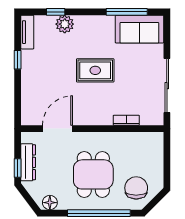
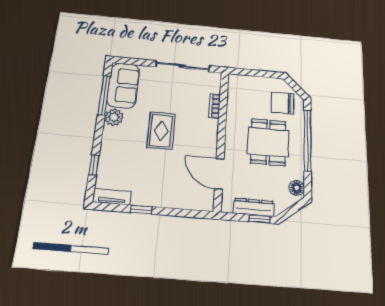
plant: (65, 24) -> (114, 117), moved
dining table: (93, 174) -> (268, 142), turned 90

